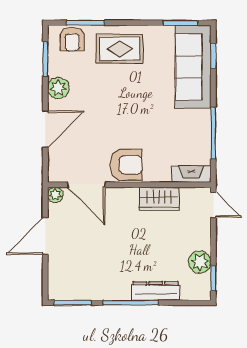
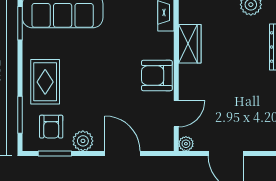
armchair: (72, 39) -> (51, 127), moved, turned 90
armchair: (126, 165) -> (157, 75), turned -90
door: (86, 185) -> (176, 114), width x0.73

